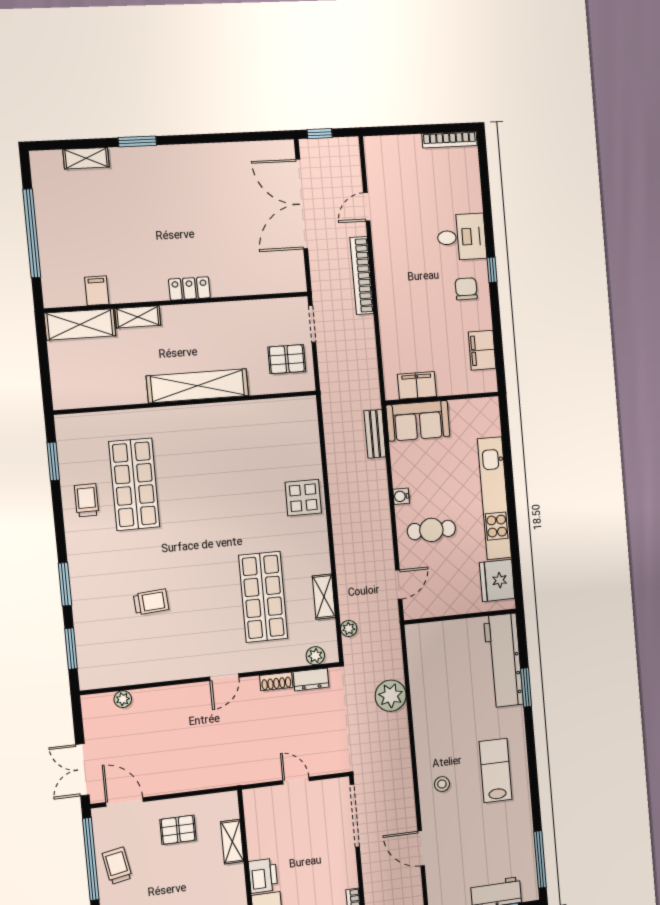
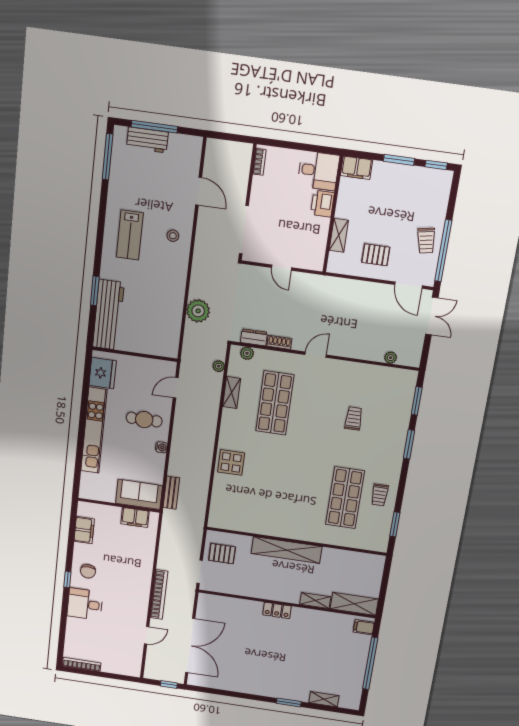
filing cabinet: (97, 291) -> (364, 627), moved, turned 90
trolley: (151, 602) -> (354, 418), turned 94

